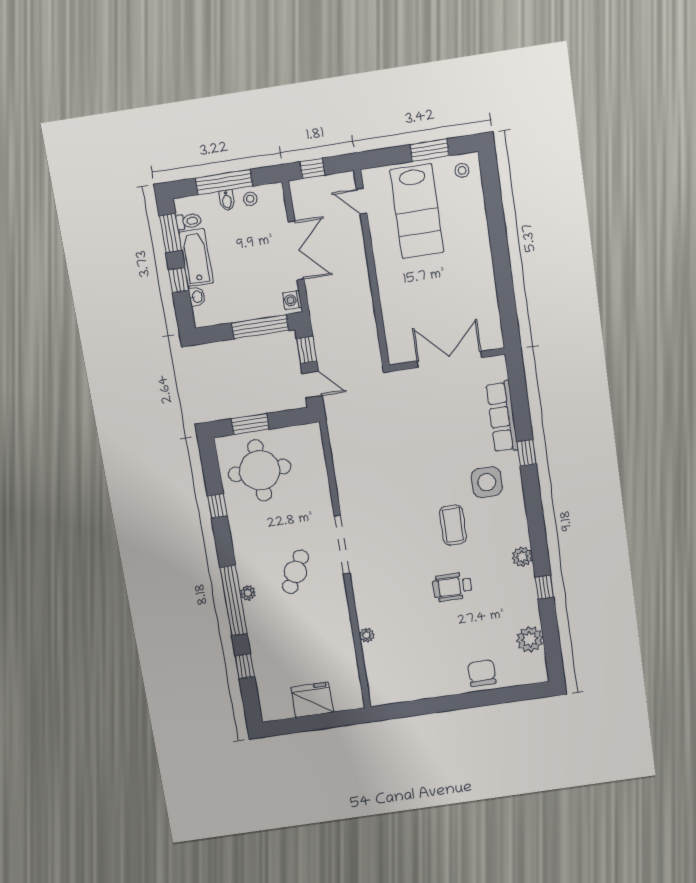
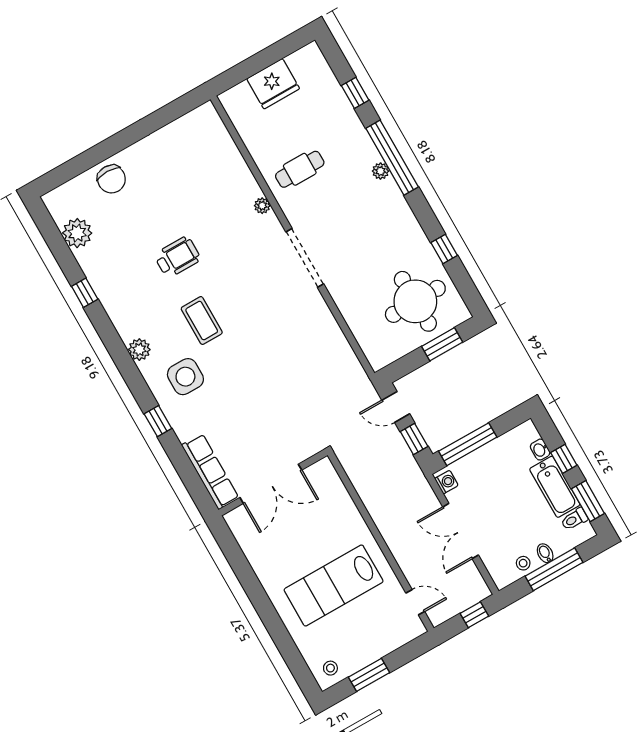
lab bench: (417, 211) -> (334, 586), moved, turned -90
row of seats: (502, 417) -> (210, 472), moved
plant: (522, 557) -> (139, 350), moved
cafe table: (295, 572) -> (300, 169), moved, turned 62
plant: (367, 635) -> (262, 206), moved

